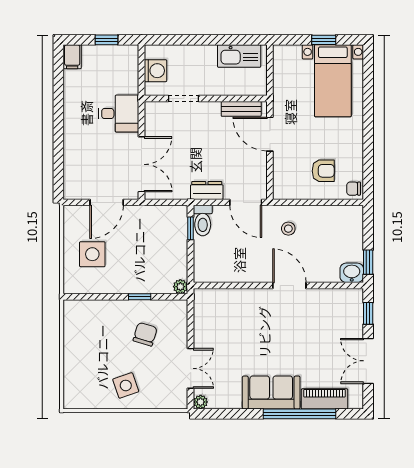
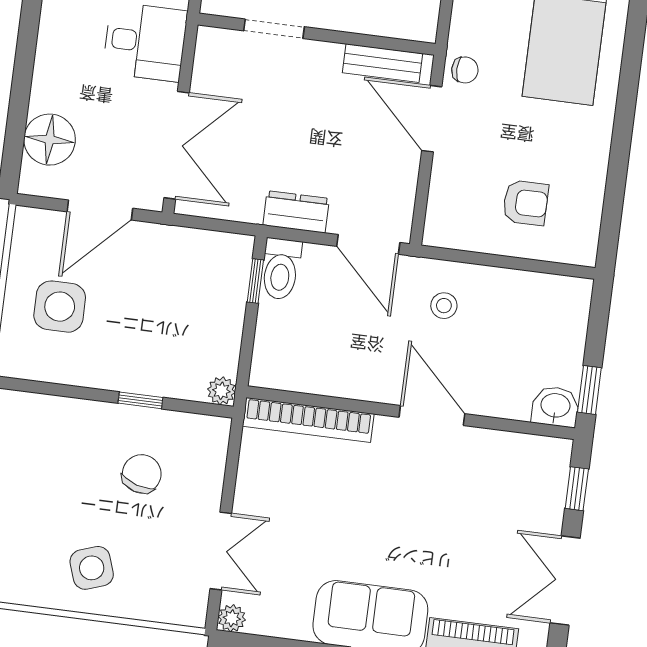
floor lamp: (76, 170) -> (50, 140), added
chair: (354, 189) -> (465, 70), moved, turned 180
bookcase: (227, 296) -> (308, 420), added

